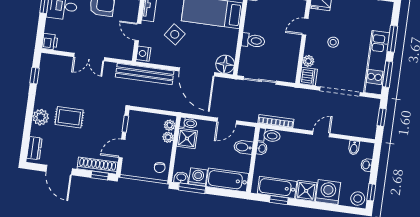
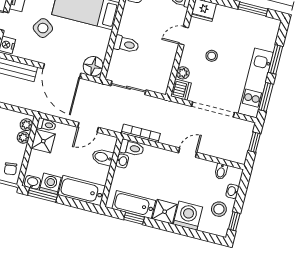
stool: (358, 199) -> (219, 209), moved

